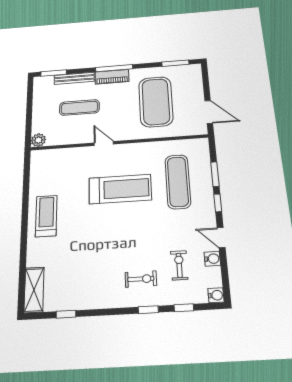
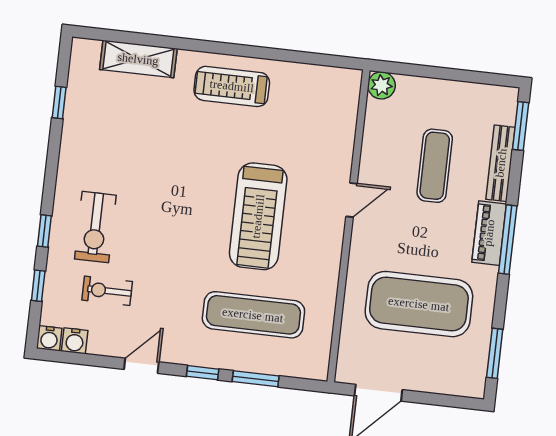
treadmill: (46, 216) -> (232, 86), turned 180
water cooler: (212, 259) -> (75, 341), moved
exercise bike: (179, 265) -> (107, 291), turned 180
exercise bike: (141, 279) -> (95, 227), width x1.38, depth x1.39
shelving: (34, 290) -> (138, 59), moved

